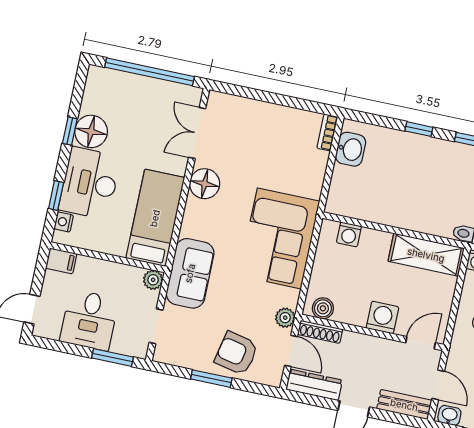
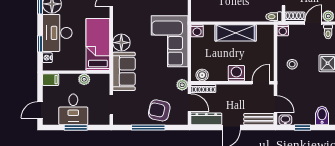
floor lamp: (205, 184) -> (121, 43), moved
washing machine: (349, 234) -> (197, 31), moved
shelving: (426, 255) -> (236, 33), moved
plant: (153, 280) -> (84, 79), moved
window: (112, 358) -> (76, 127), moved
window: (211, 379) -> (148, 127), width x1.44

